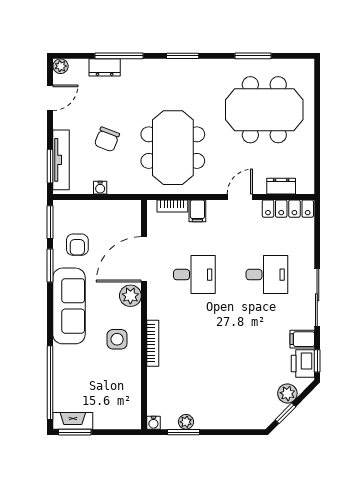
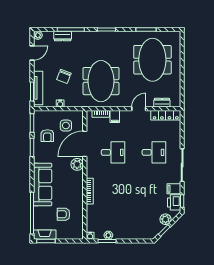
meeting table: (264, 110) -> (152, 60), turned 90
sofa: (69, 306) -> (43, 184), moved
side table: (117, 339) -> (66, 126), moved
armchair: (106, 385) -> (63, 214), added

